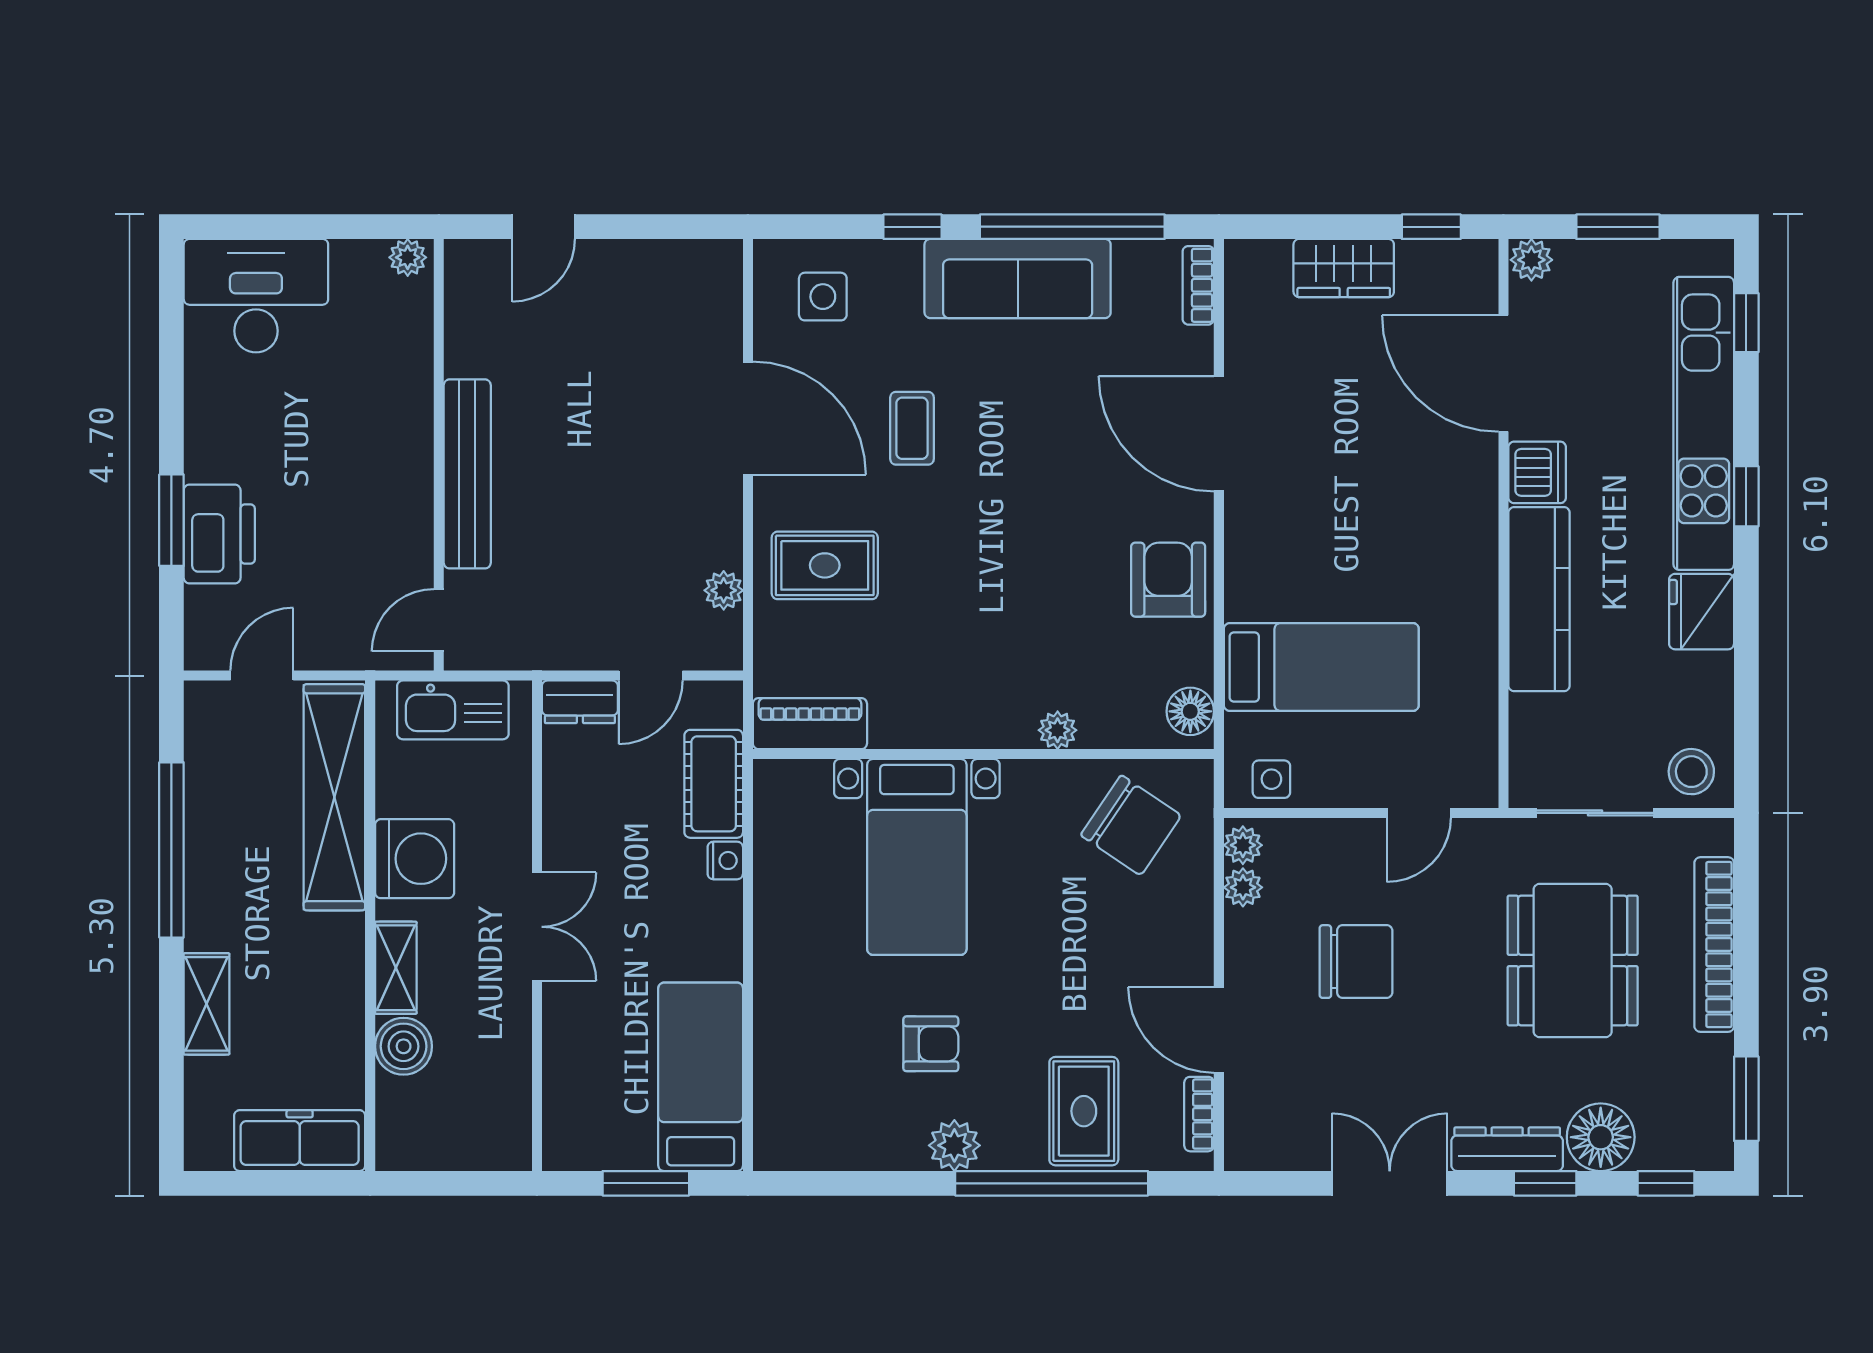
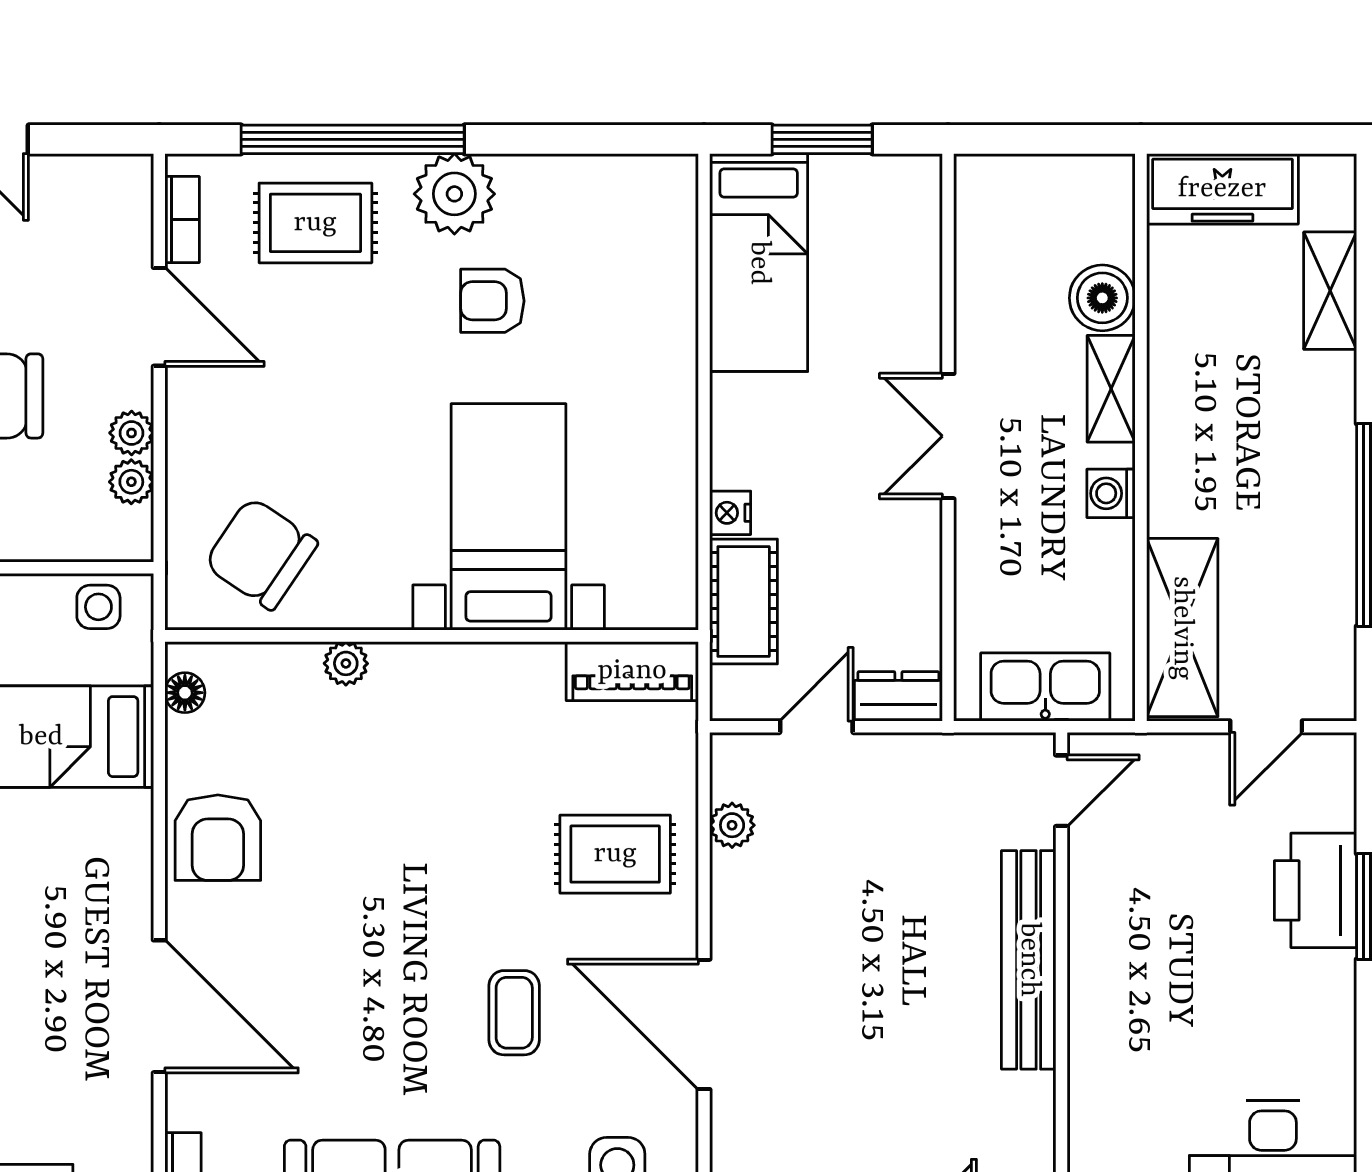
floor lamp: (1190, 711) -> (185, 693), width x0.73, depth x0.73
shelving: (334, 797) -> (1182, 628), width x0.68
plant: (1243, 845) -> (132, 433), moved
washing machine: (415, 859) -> (1111, 493), width x0.53, depth x0.53
shelving: (207, 1004) -> (1330, 291), moved
rug: (1084, 1111) -> (315, 223), turned 90
plant: (954, 1145) -> (454, 194), width x1.36, depth x1.36

